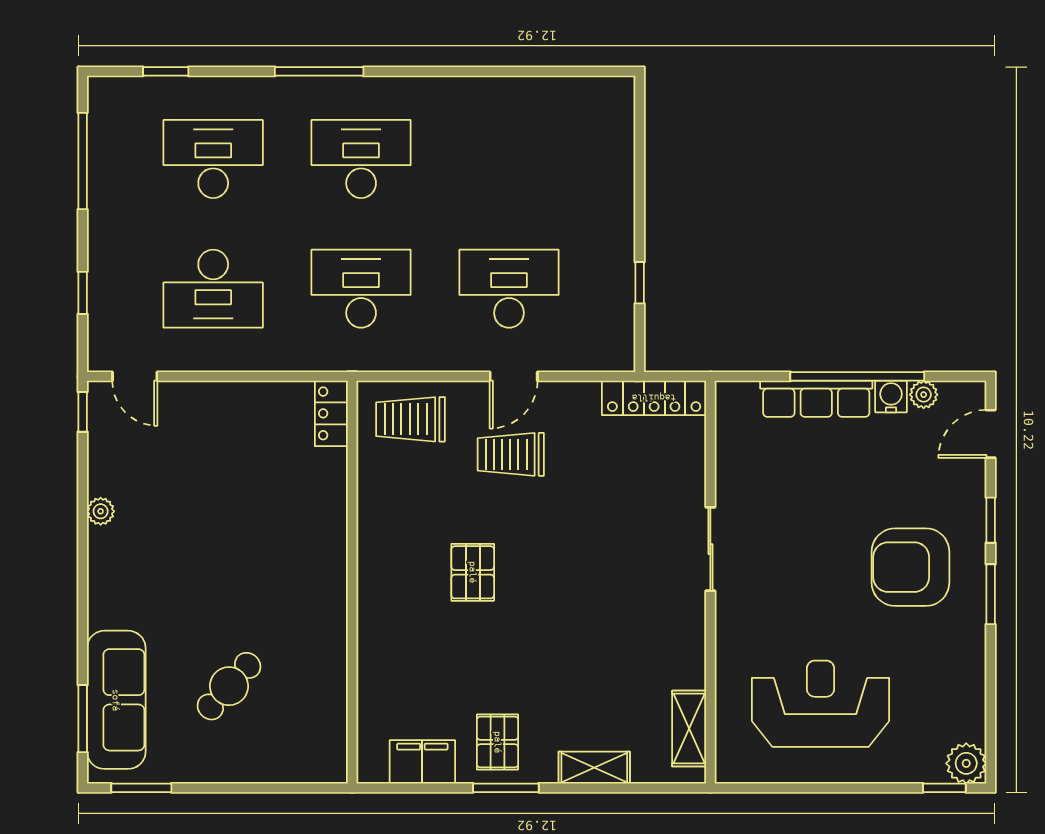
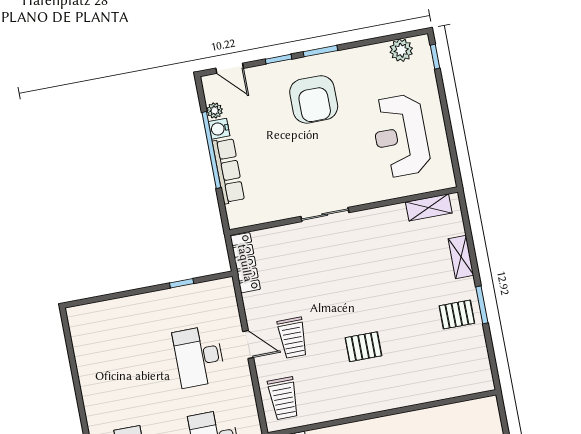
filing cabinet: (422, 762) -> (476, 355), removed
plant: (966, 763) -> (401, 50), moved

